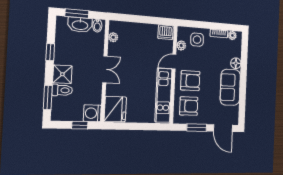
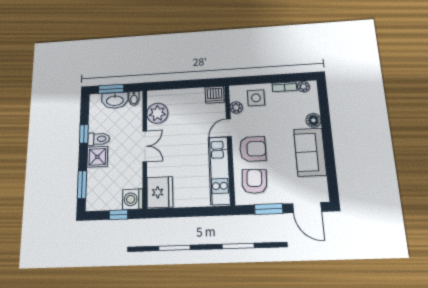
plant: (113, 37) -> (157, 113), width x1.88, depth x1.88
toilet: (62, 90) -> (99, 139), moved
armchair: (189, 106) -> (254, 181), turned -87

